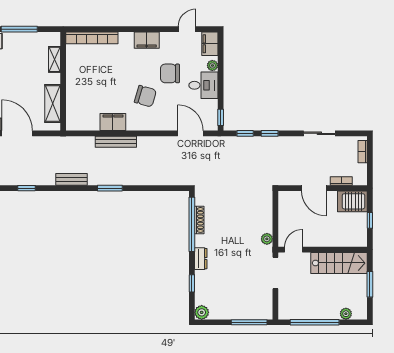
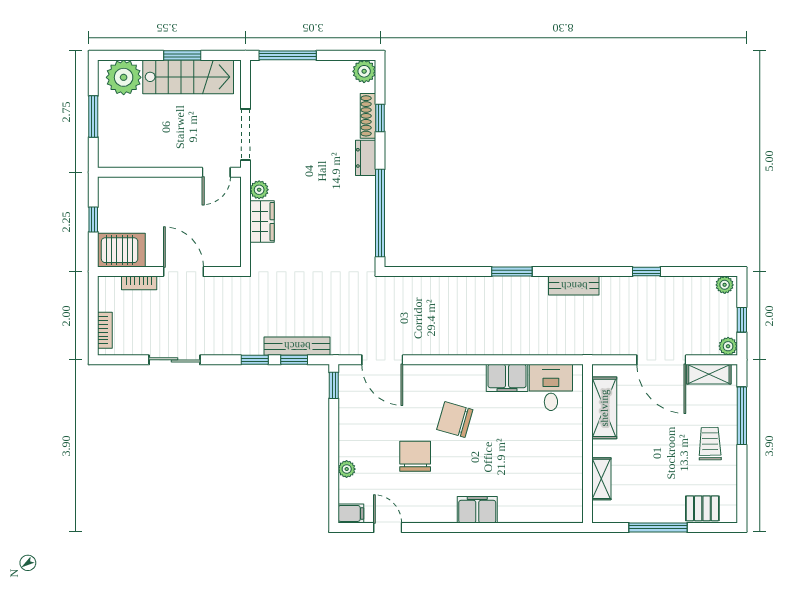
door: (187, 29) -> (388, 527), swing flipped
bookcase: (92, 38) -> (541, 514), removed
filing cabinet: (147, 40) -> (477, 510), moved
filing cabinet: (210, 44) -> (351, 513), width x0.50
chair: (170, 73) -> (415, 456), turned -90
desk: (203, 85) -> (551, 387), moved, turned 90
bench: (116, 142) -> (297, 346), moved
wardrobe: (265, 219) -> (262, 222), added
shoe rack: (199, 220) -> (368, 116), moved
stairs: (339, 263) -> (188, 77), moved, turned 180
plant: (346, 314) -> (124, 77), width x1.88, depth x1.88
window: (315, 322) -> (182, 55), width x0.47

